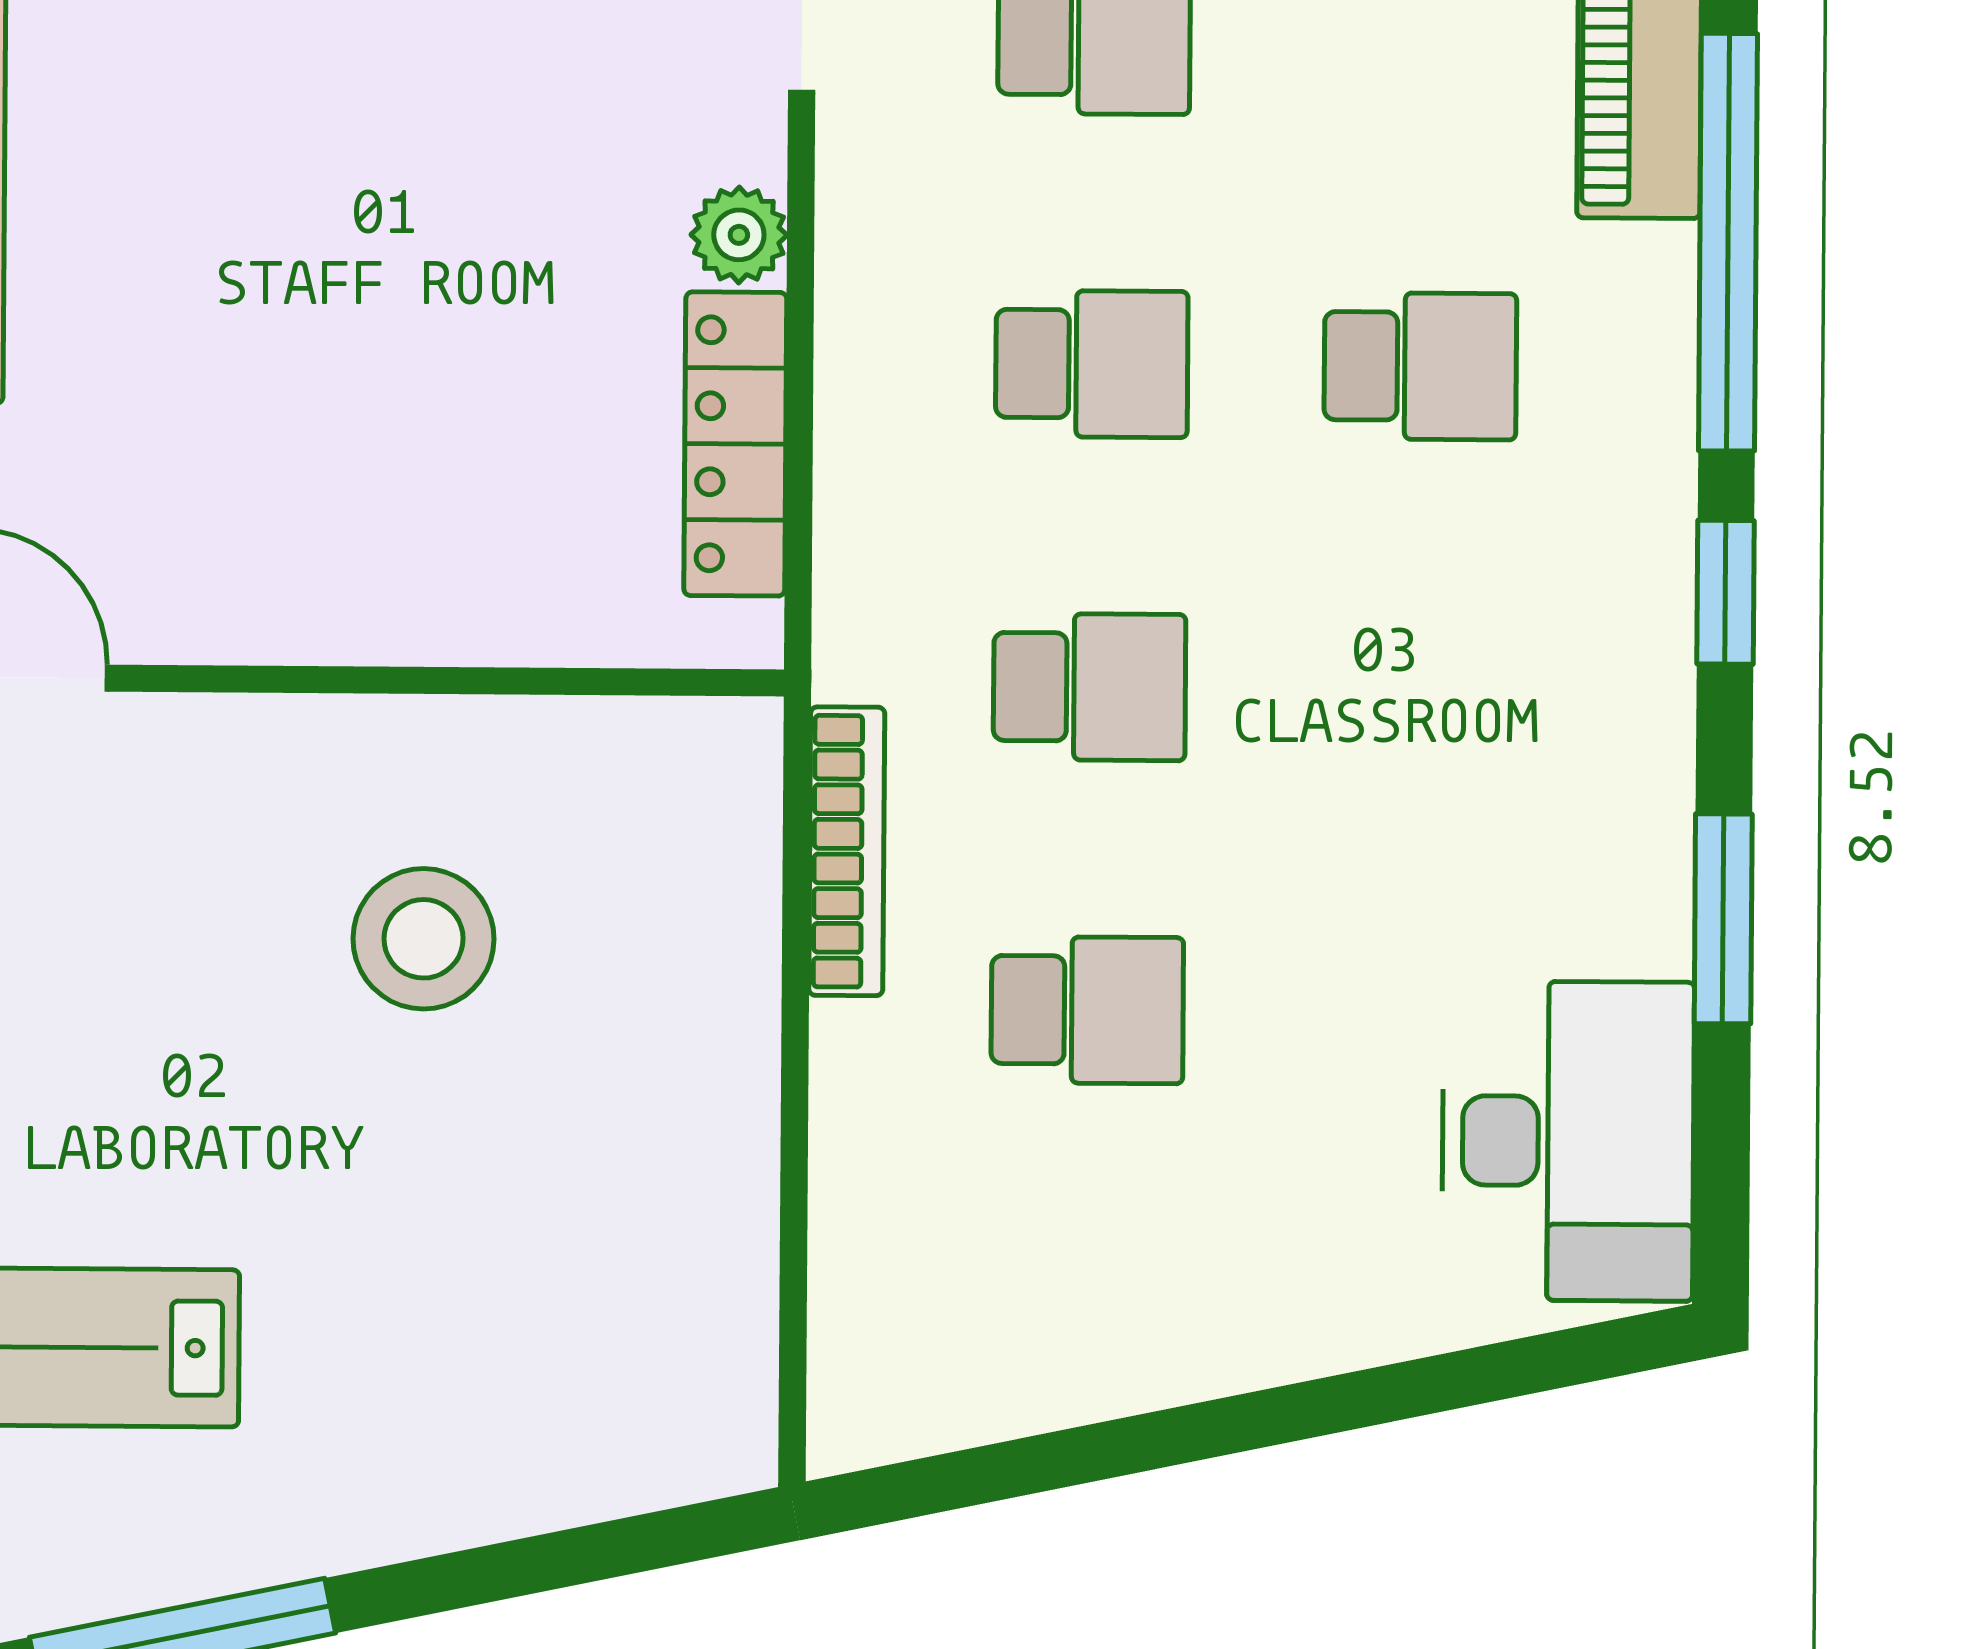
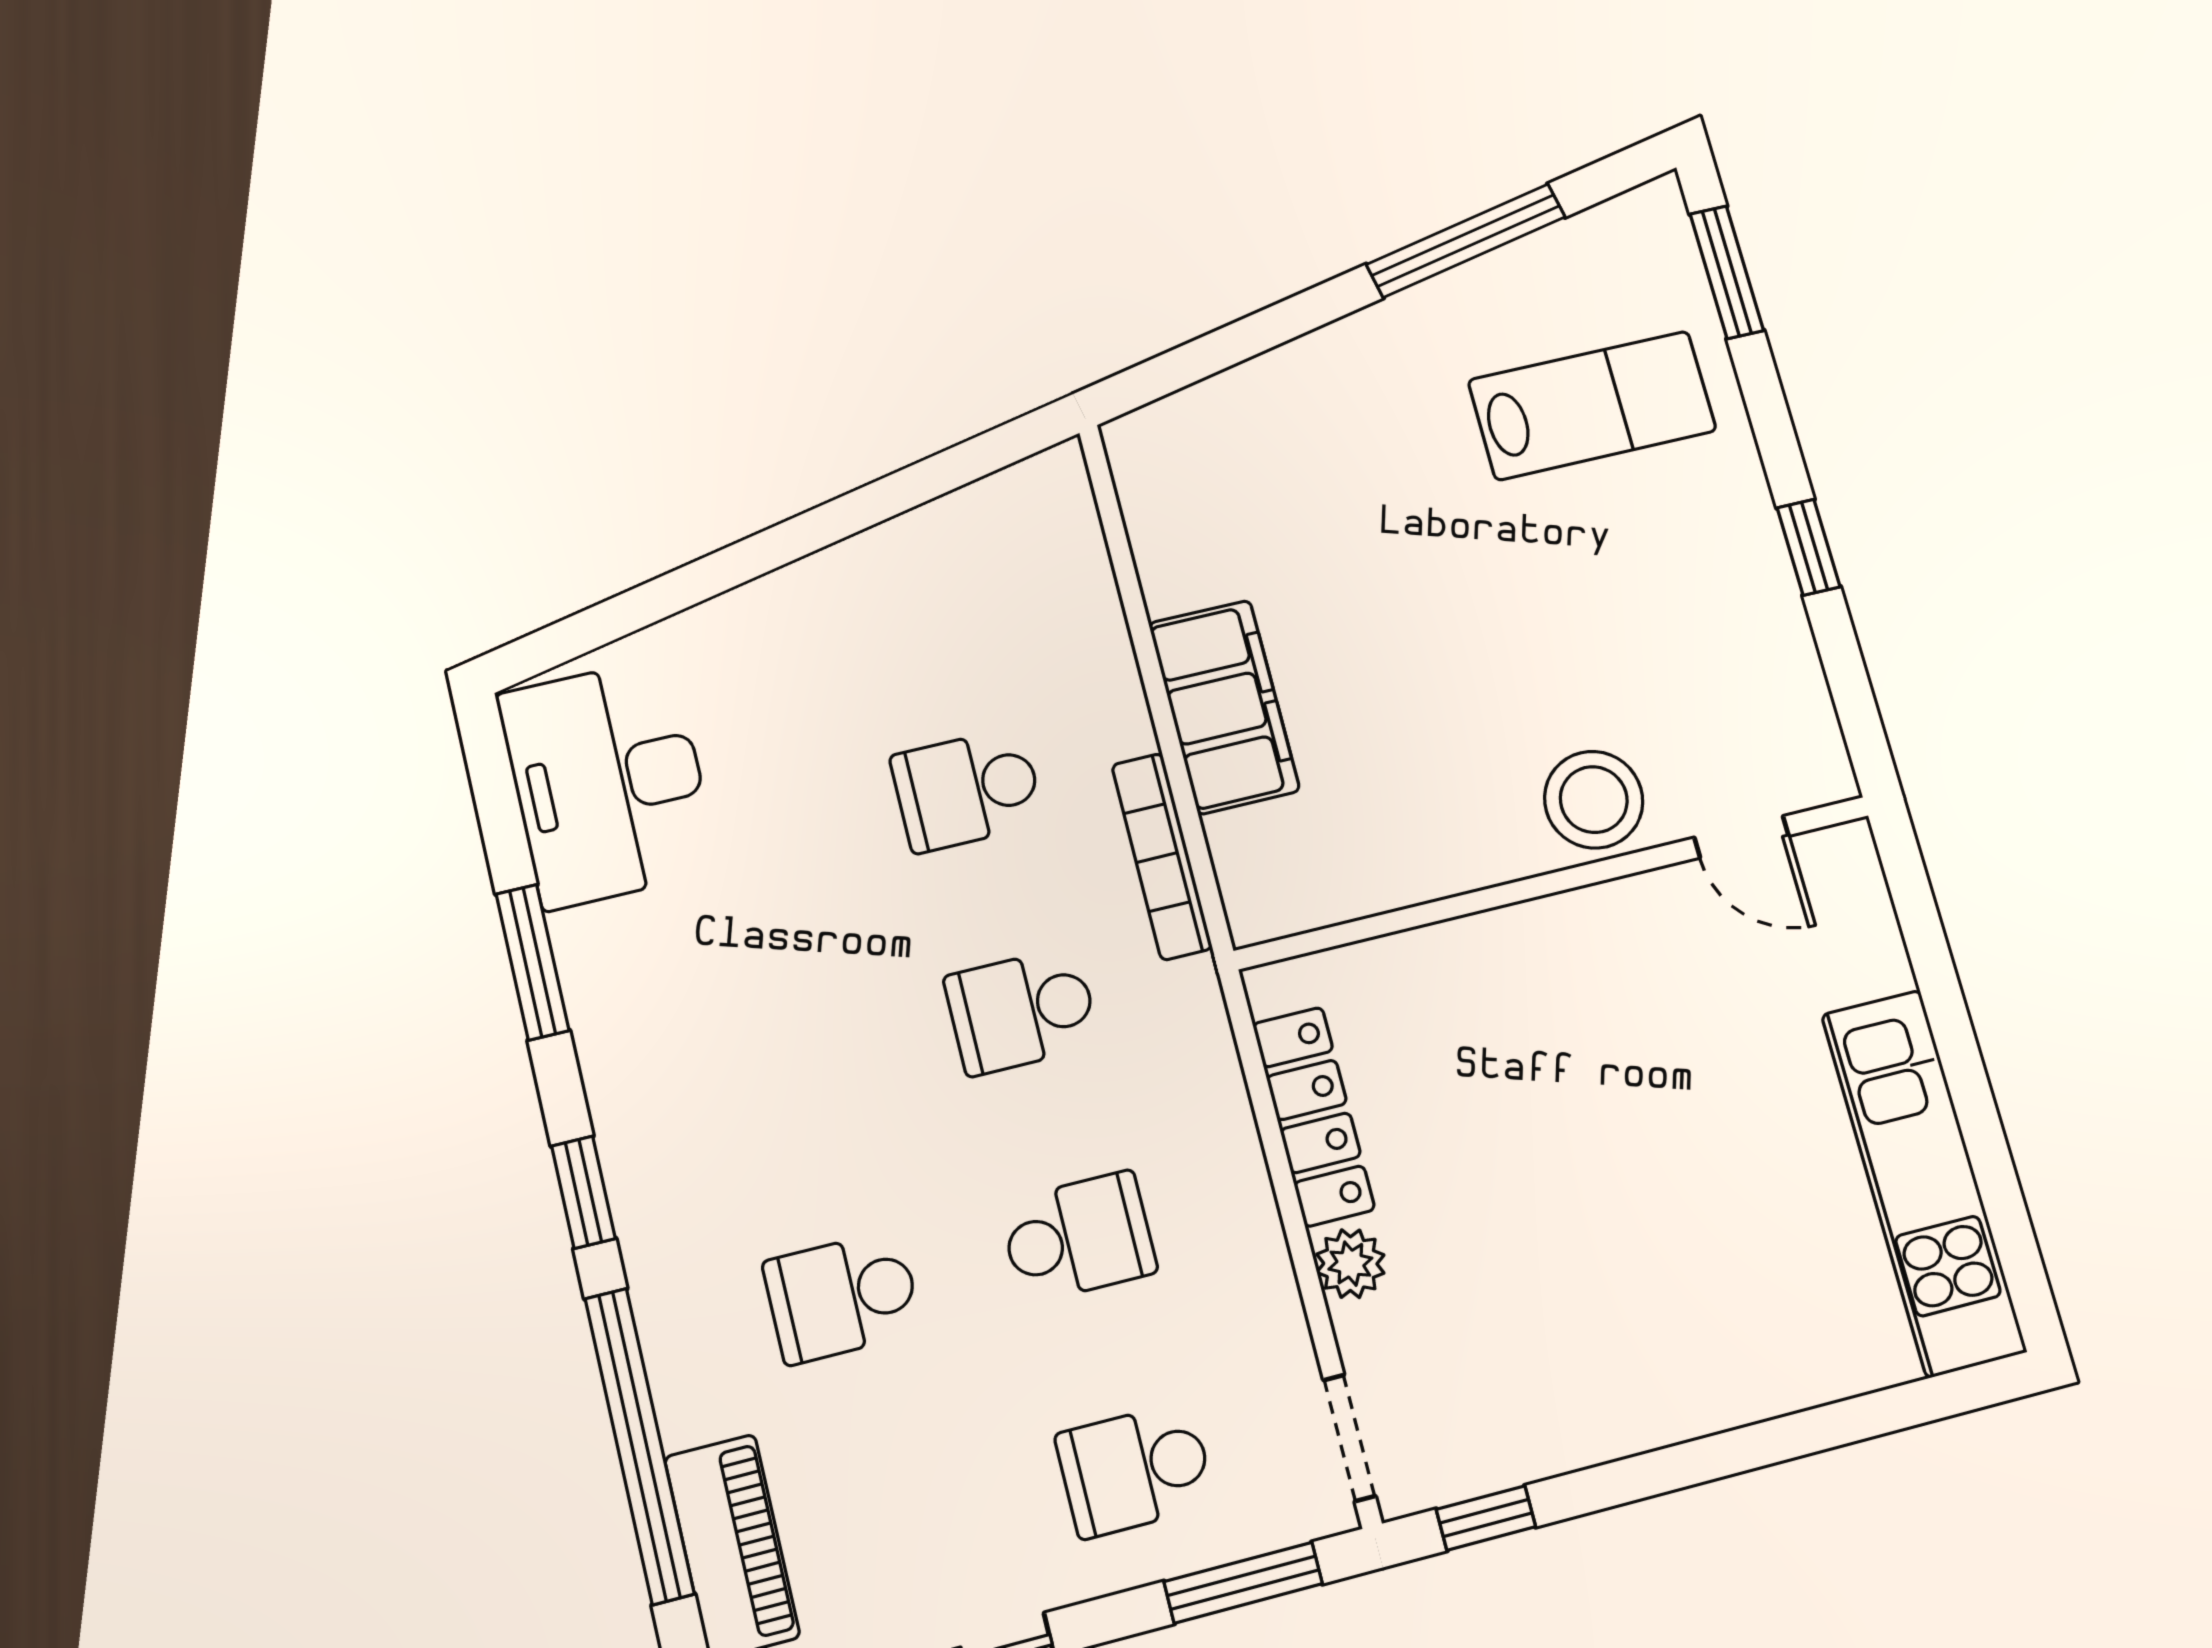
school desk: (1092, 364) -> (1078, 1237), turned 180
stool: (424, 939) -> (1594, 800), moved
filing cabinet: (707, 1039) -> (1224, 707), added

